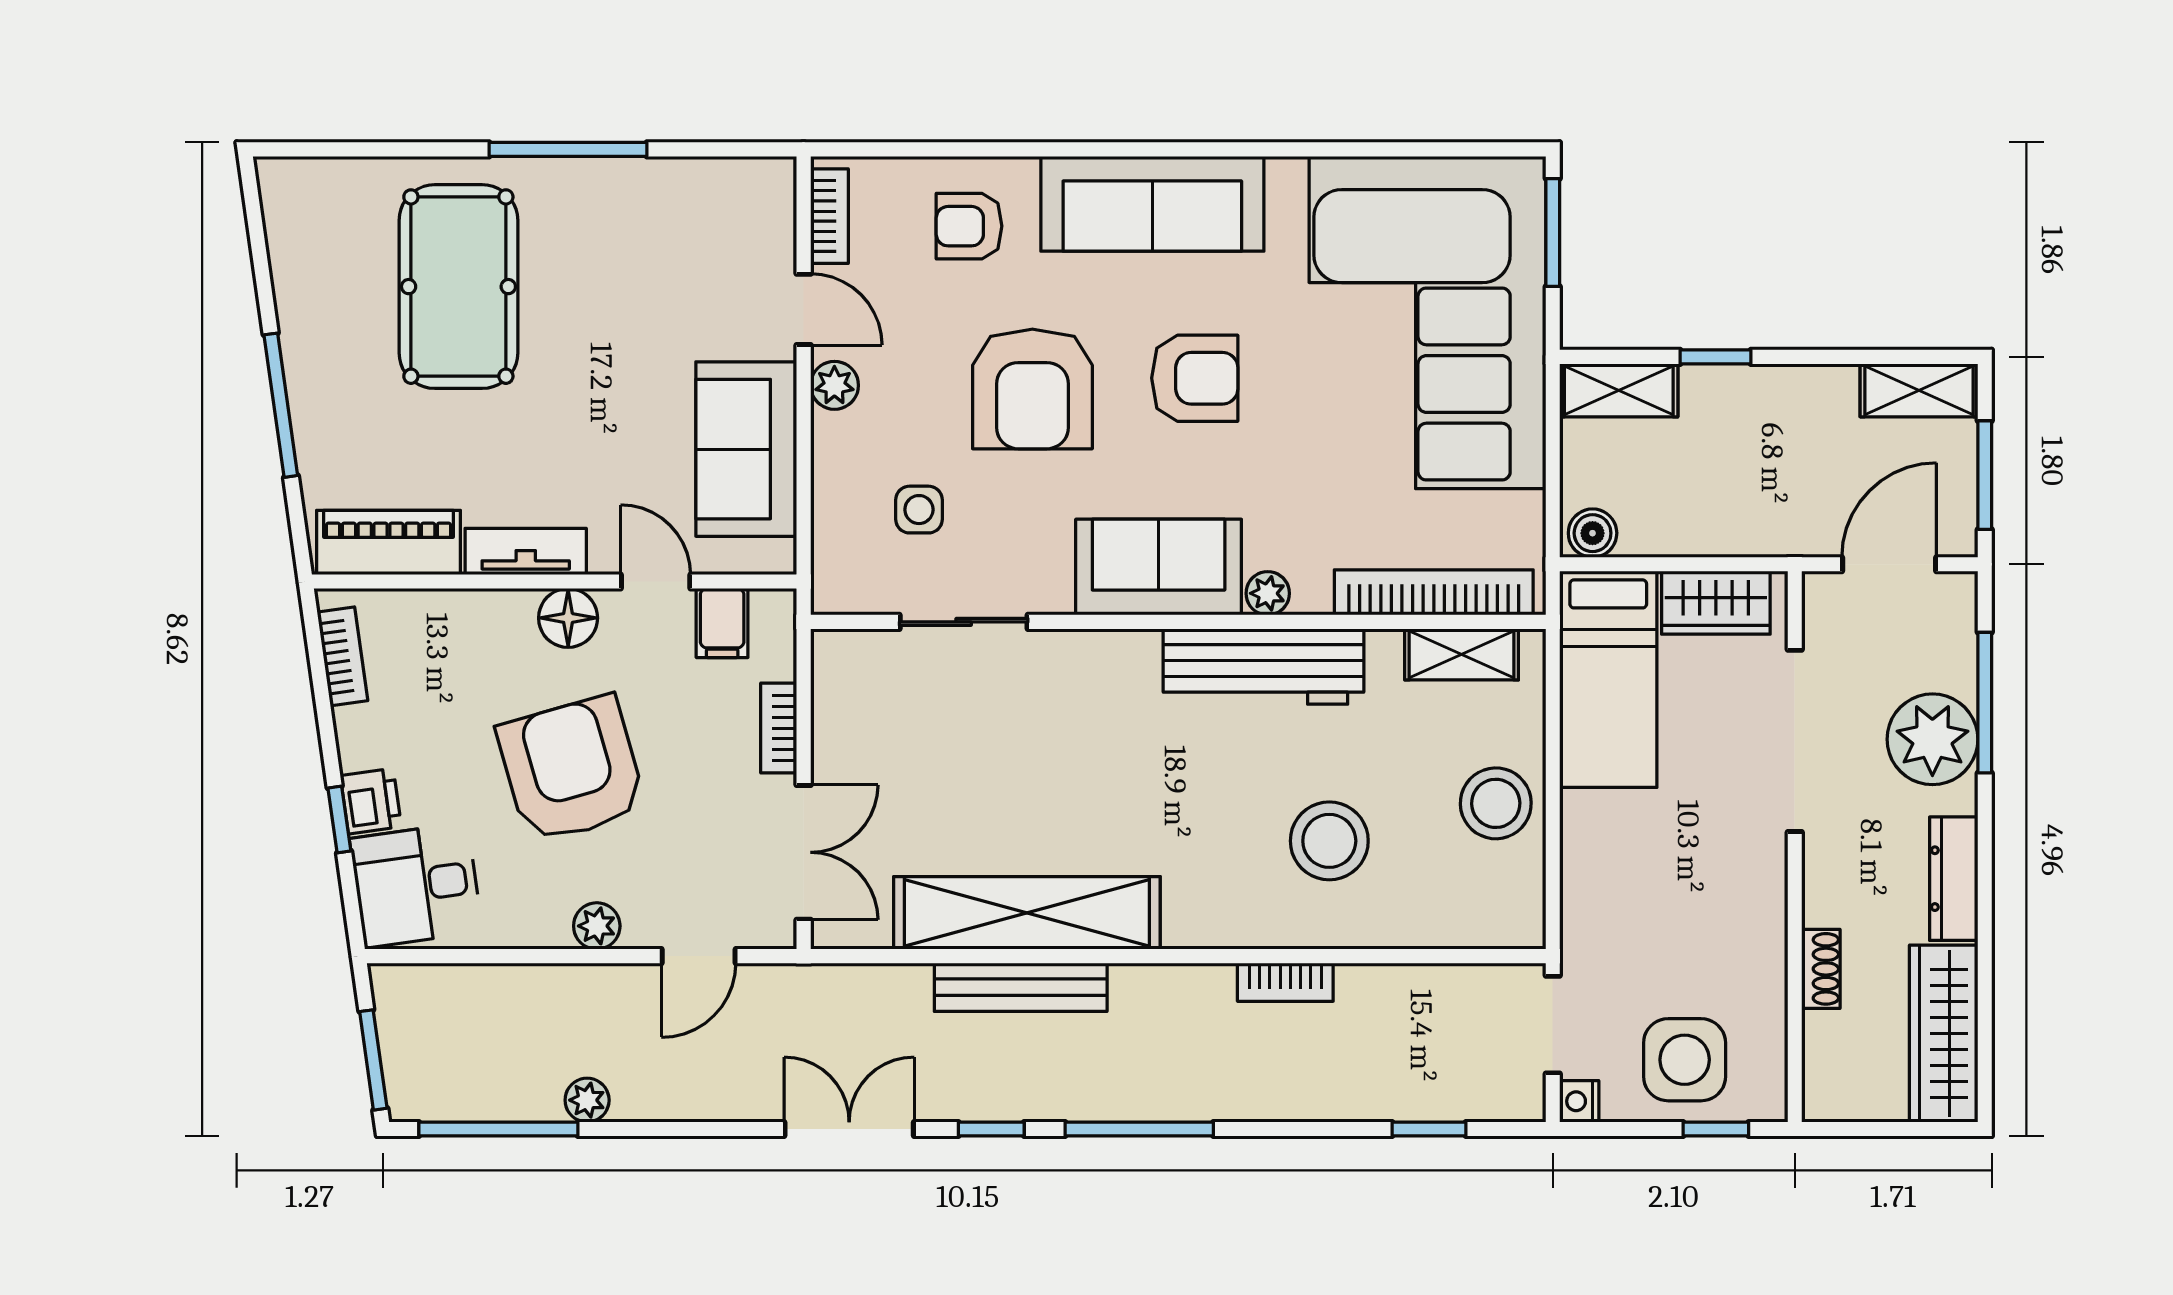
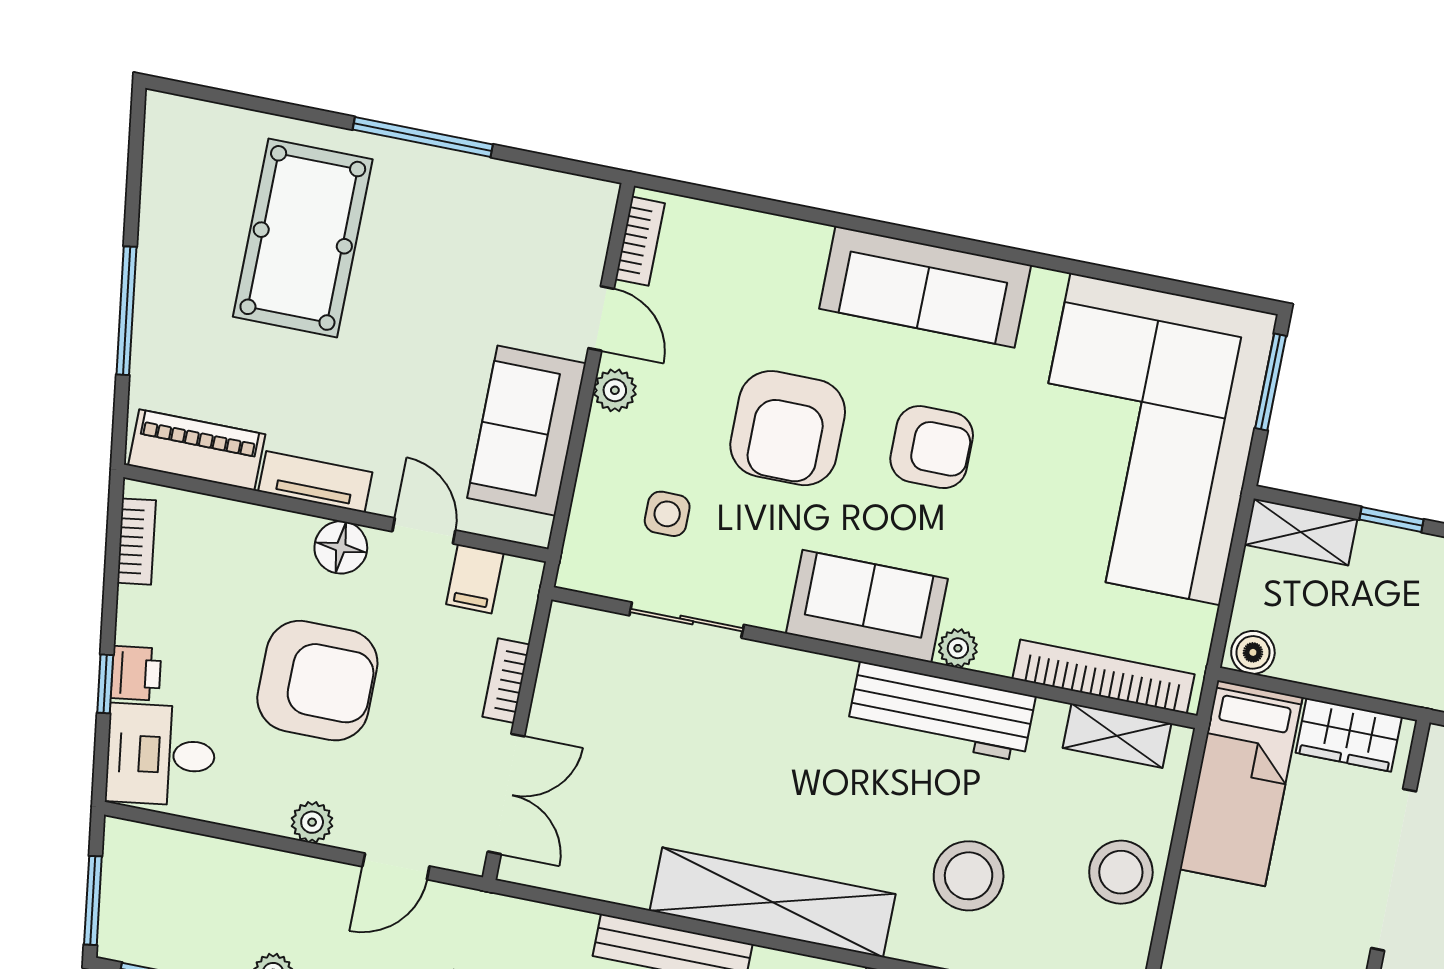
armchair: (969, 226) -> (761, 274), removed
armchair: (572, 769) -> (317, 681), turned 106
shelving: (1027, 913) -> (773, 902), moved

